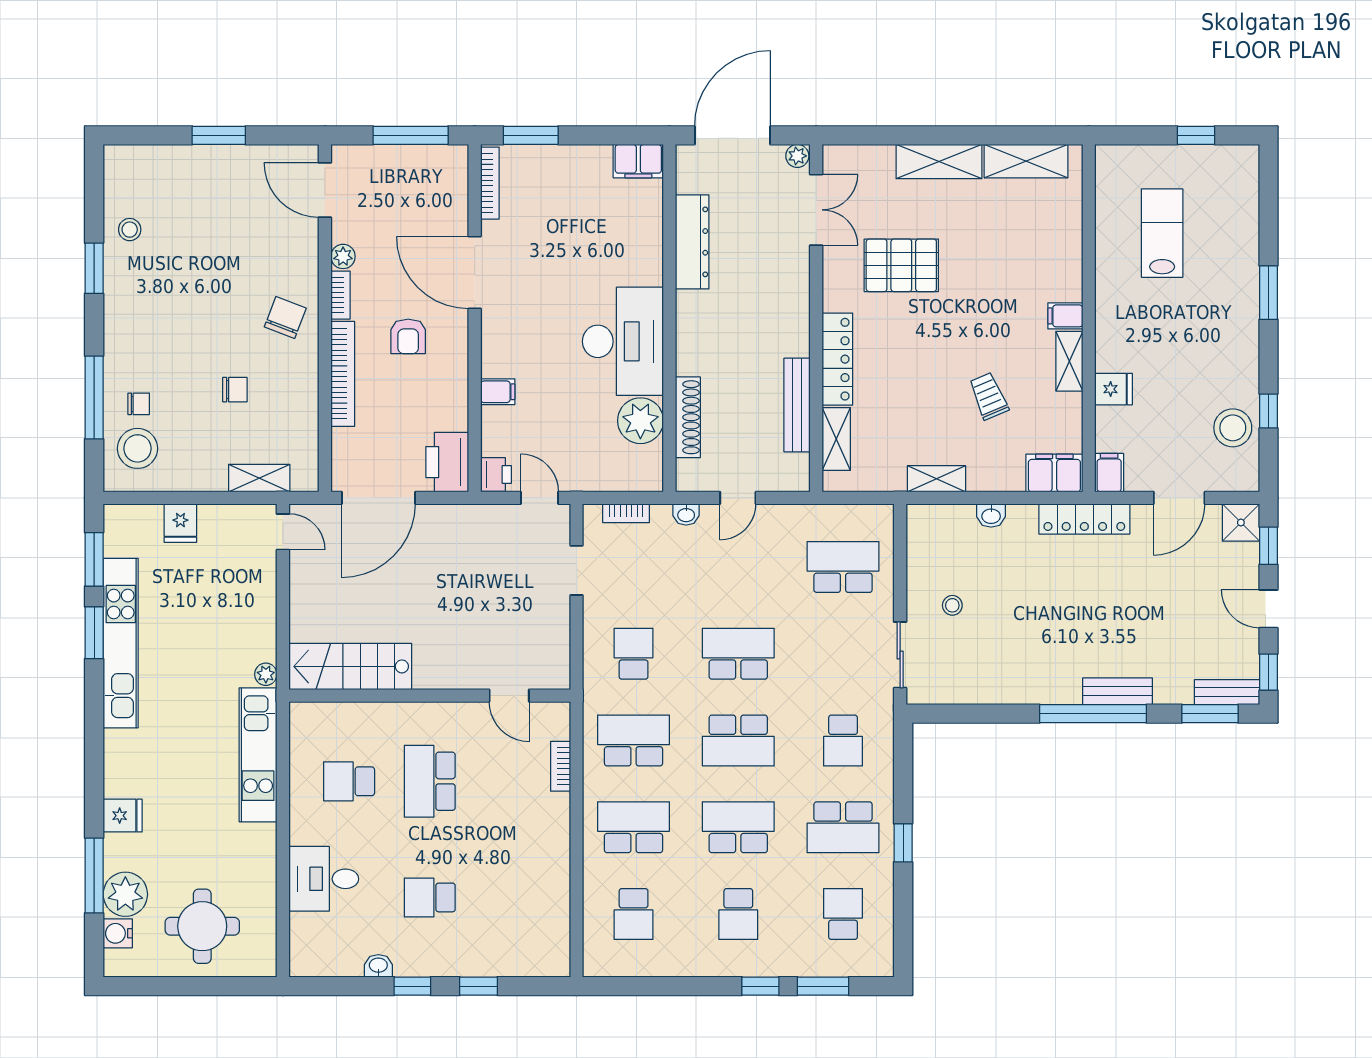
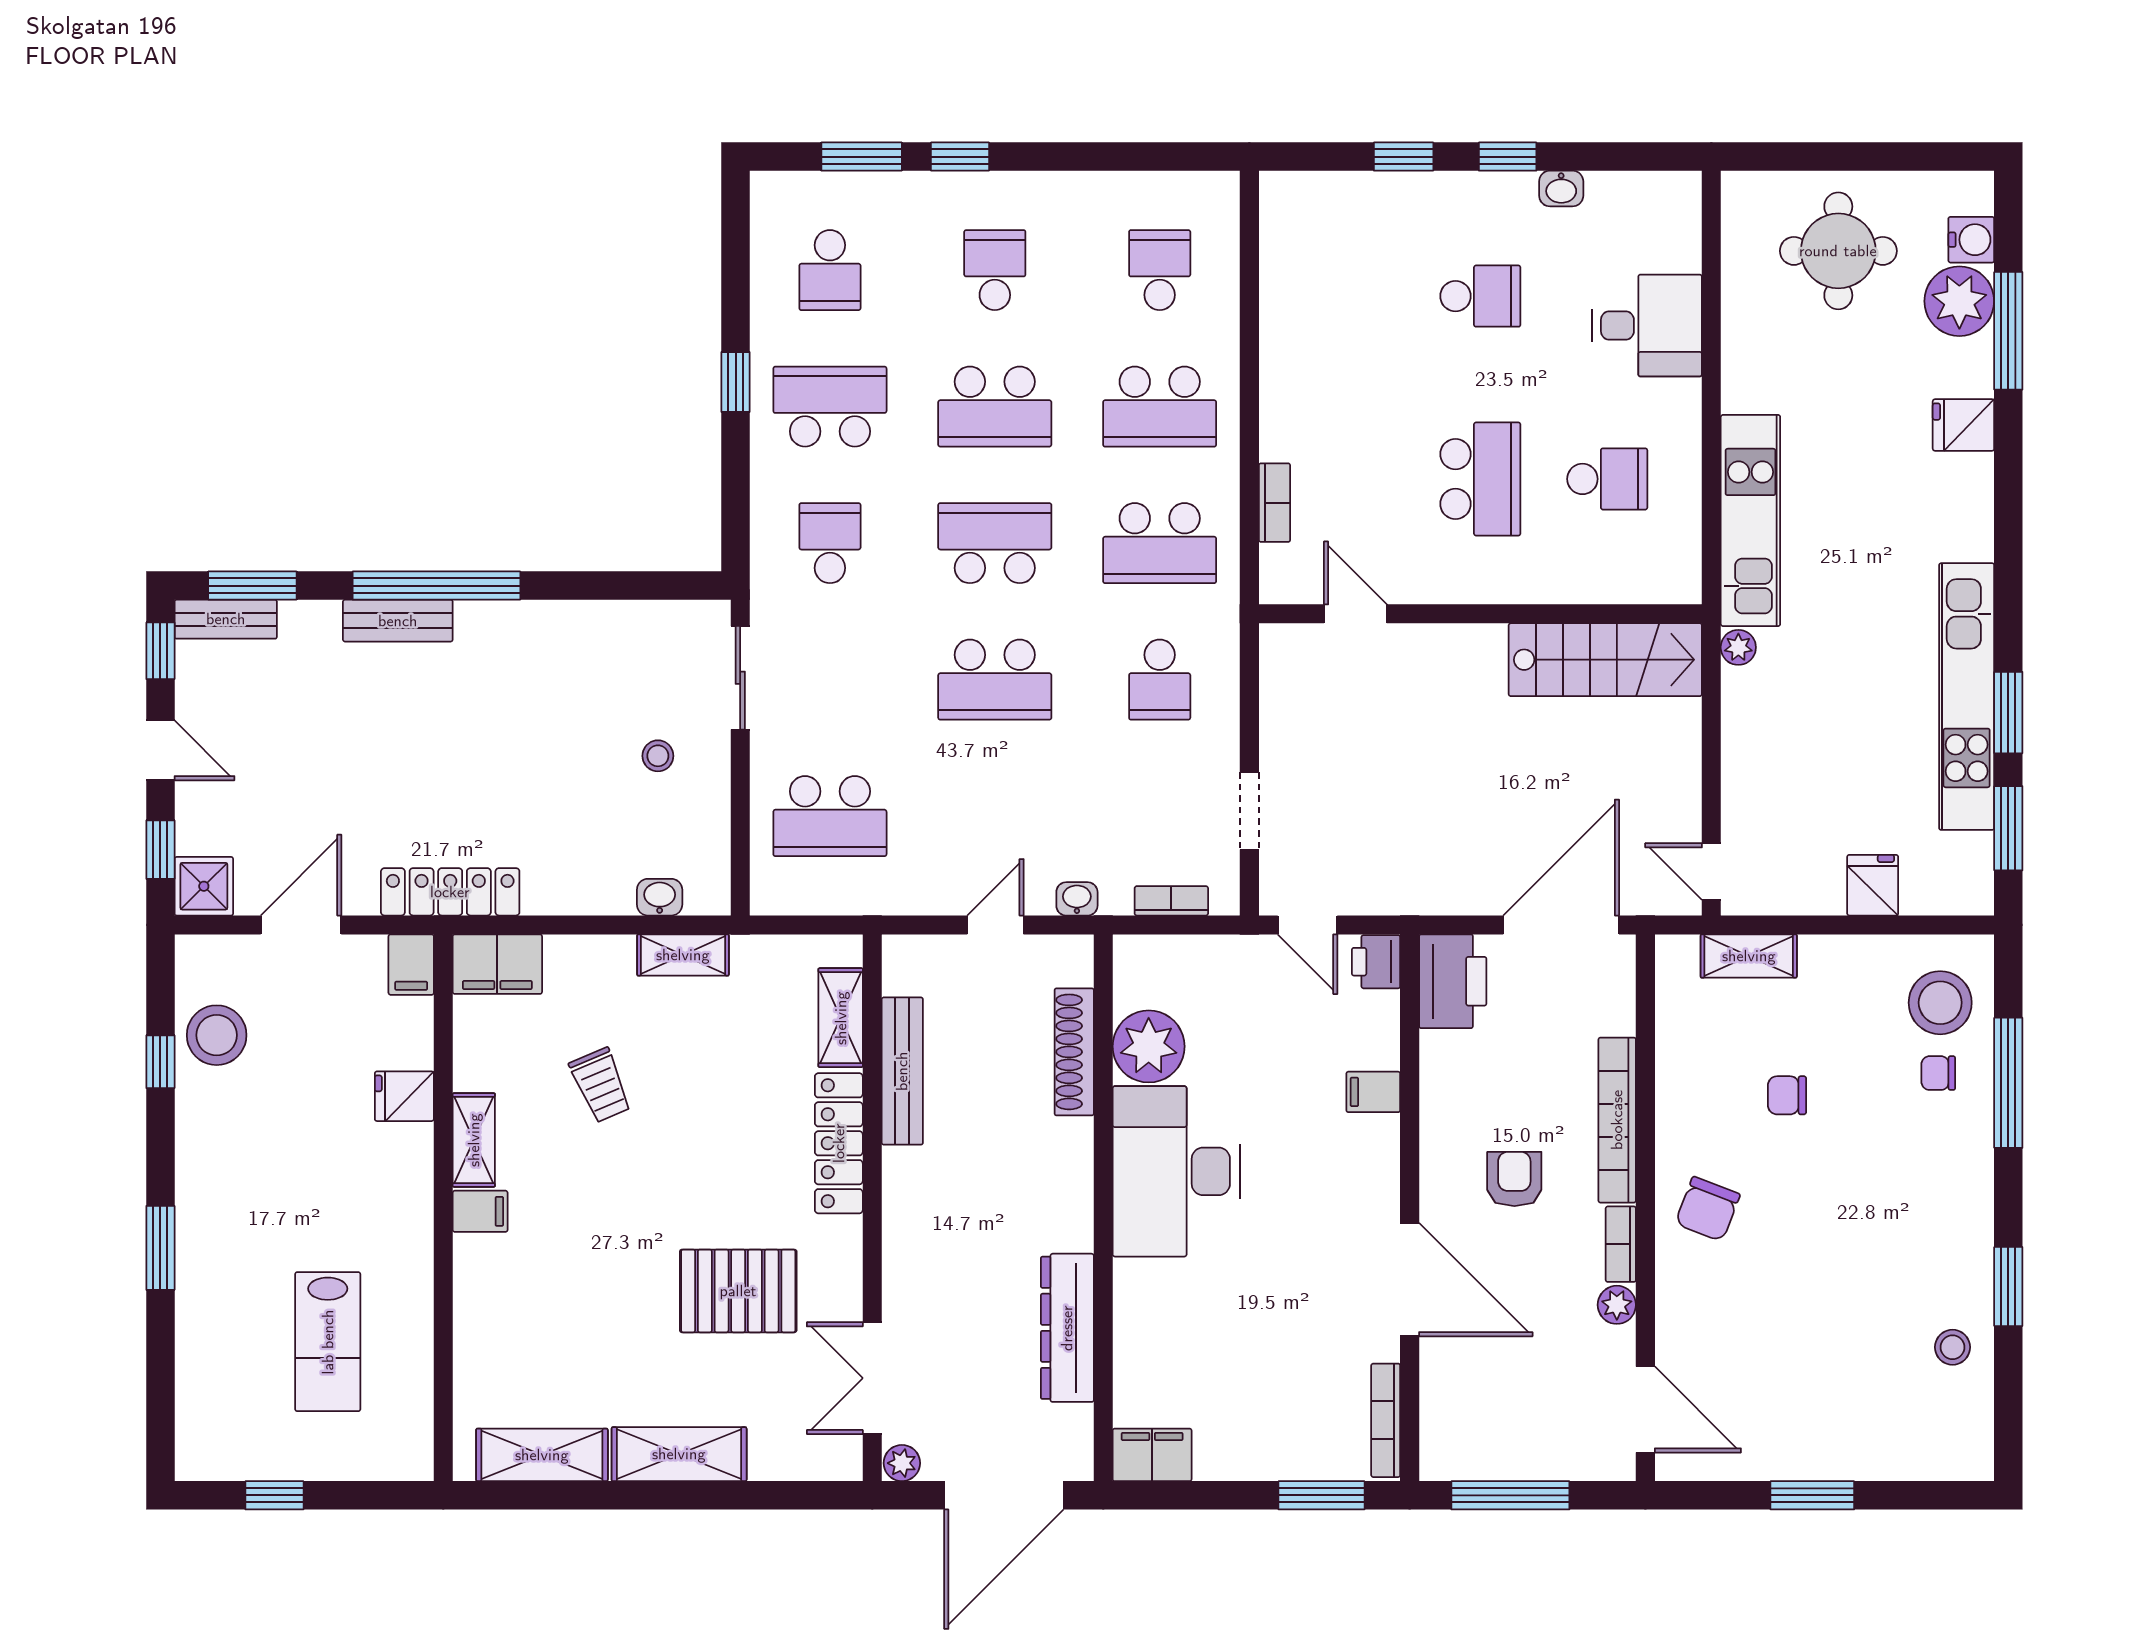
washbasin: (991, 516) -> (660, 897), moved

